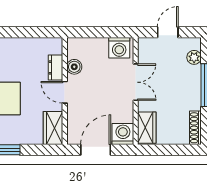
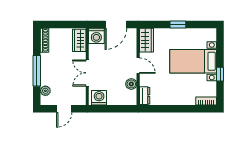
dresser: (56, 67) -> (145, 96), moved

